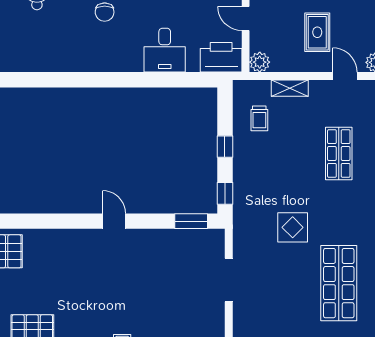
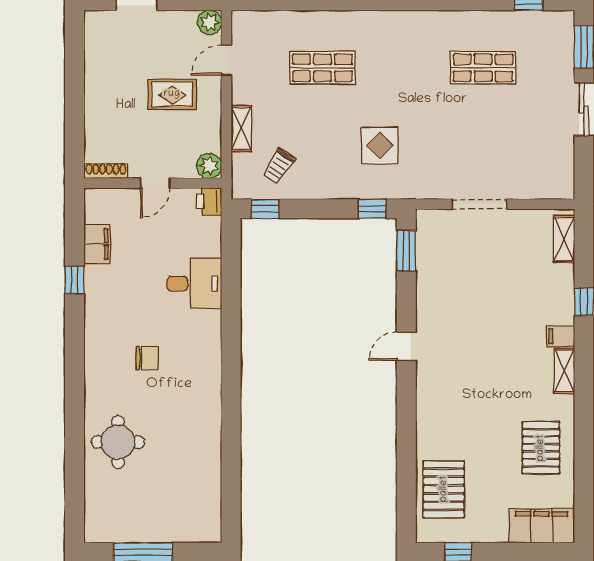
printer: (221, 57) -> (209, 202), width x0.53, depth x0.68
trolley: (259, 118) -> (279, 166), turned 123
window: (225, 147) -> (265, 209), moved
display table: (293, 227) -> (380, 145), moved
shop shelf: (339, 283) -> (483, 68), width x0.70, depth x0.74

